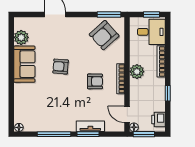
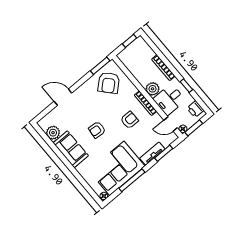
desk: (151, 32) -> (169, 100), moved, turned 180
corner sofa: (50, 113) -> (117, 168), added
window: (88, 134) -> (164, 153), moved

